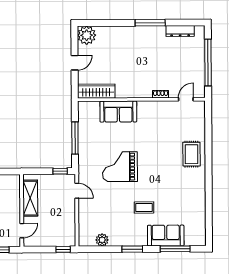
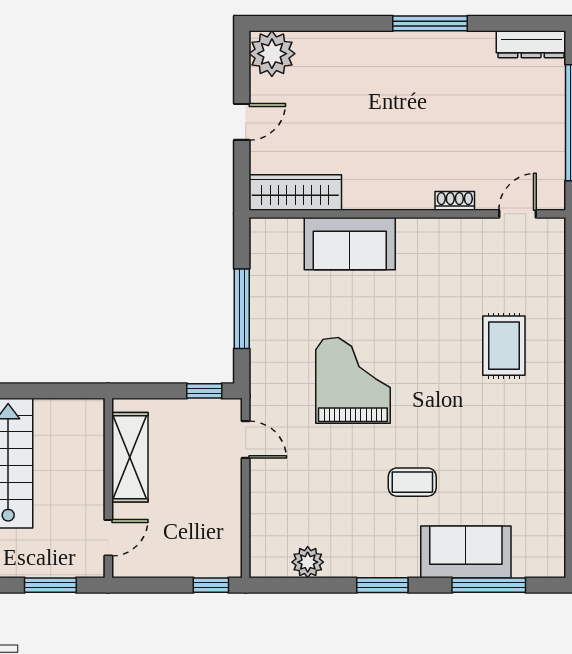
dresser: (180, 31) -> (531, 44), moved
rug: (192, 154) -> (504, 346), moved
grand piano: (120, 167) -> (353, 380), turned 90

